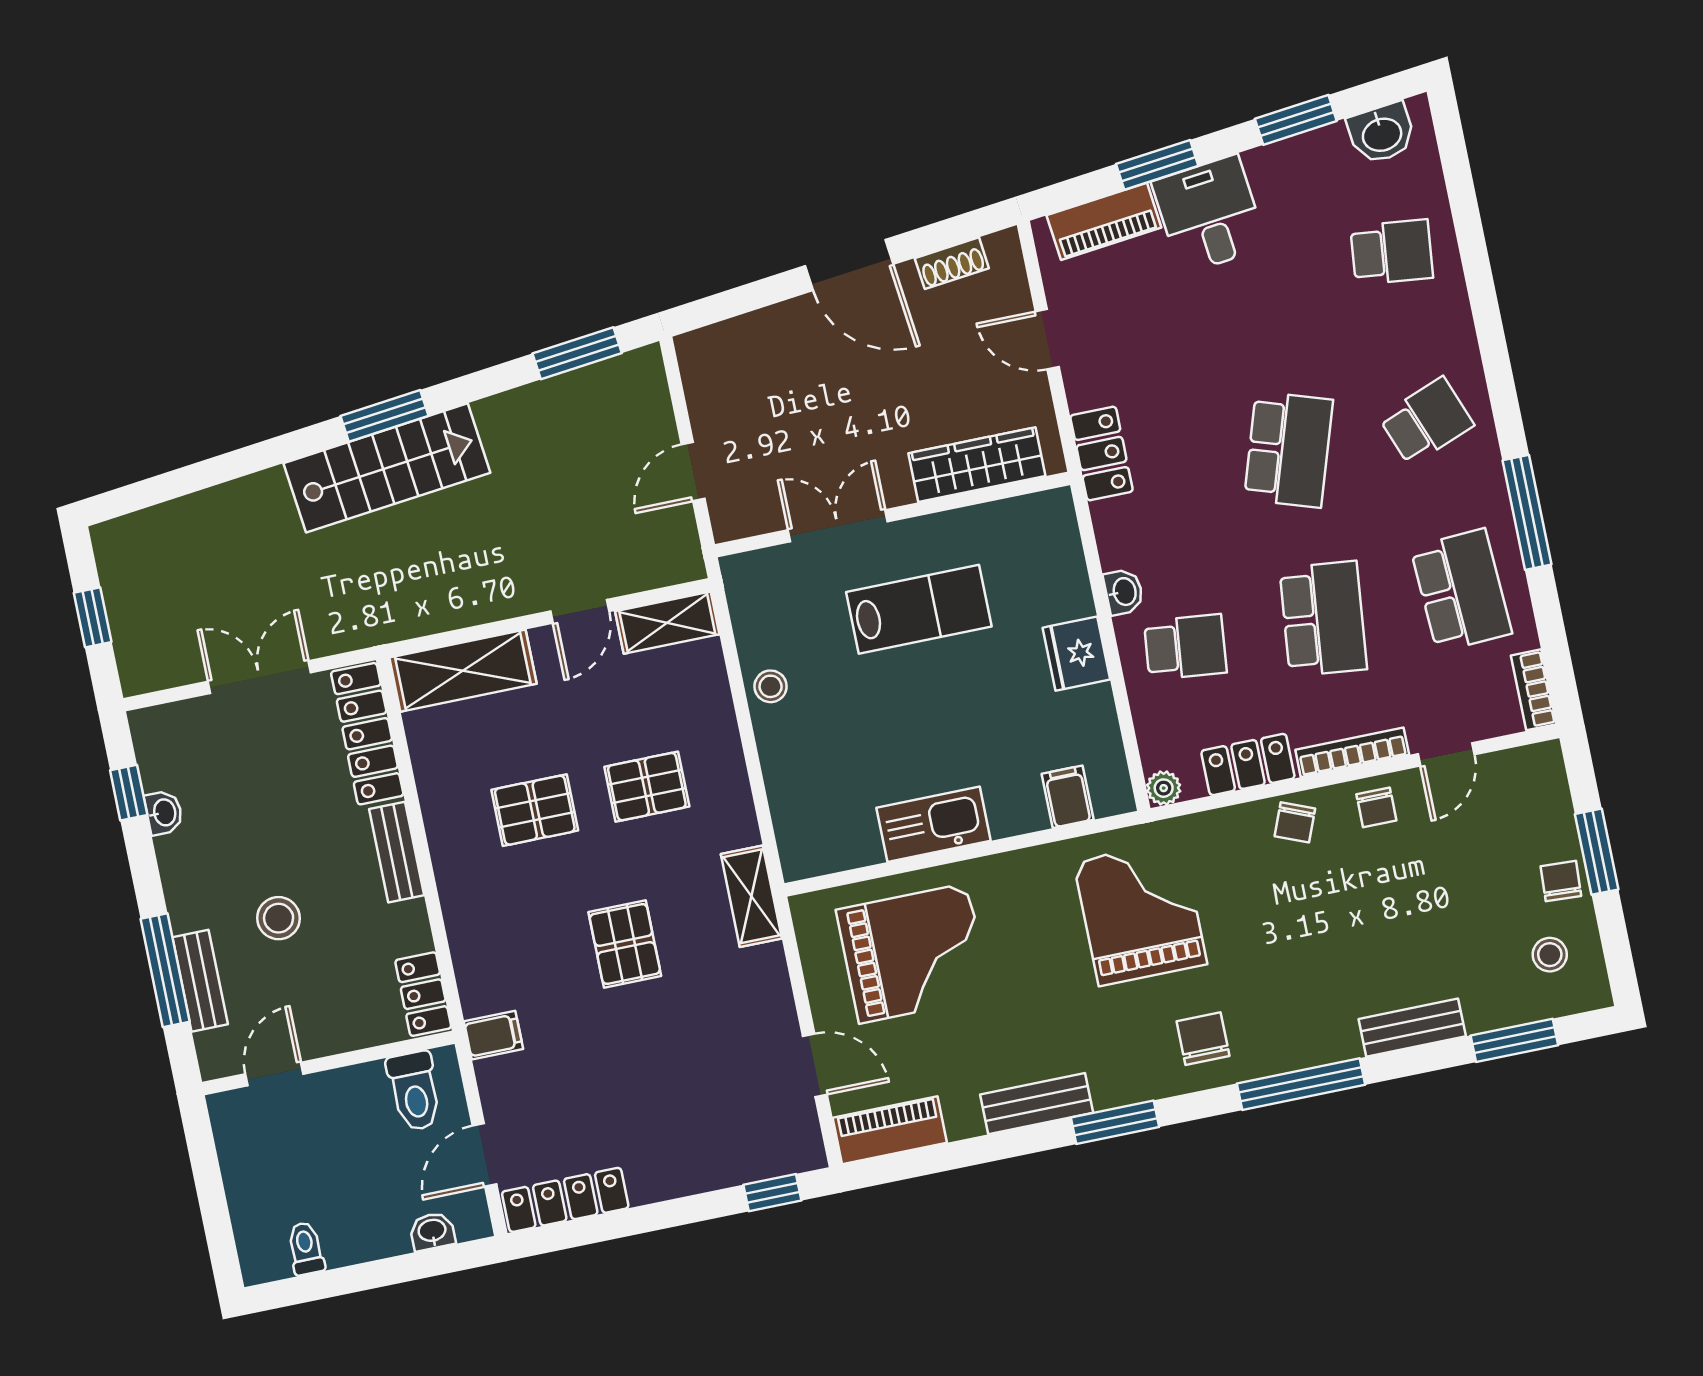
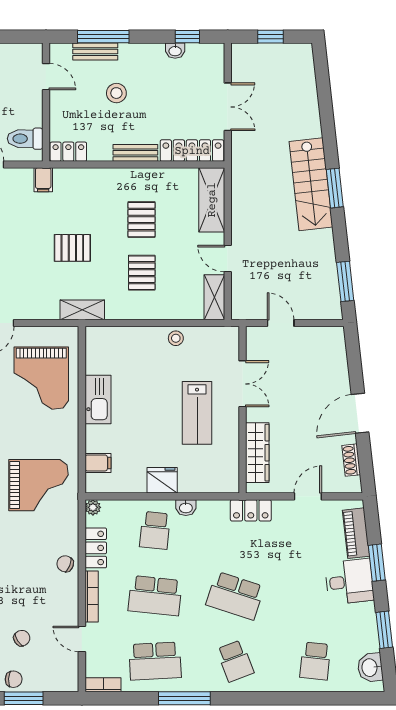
chair: (1376, 807) -> (22, 638), moved, turned 146

